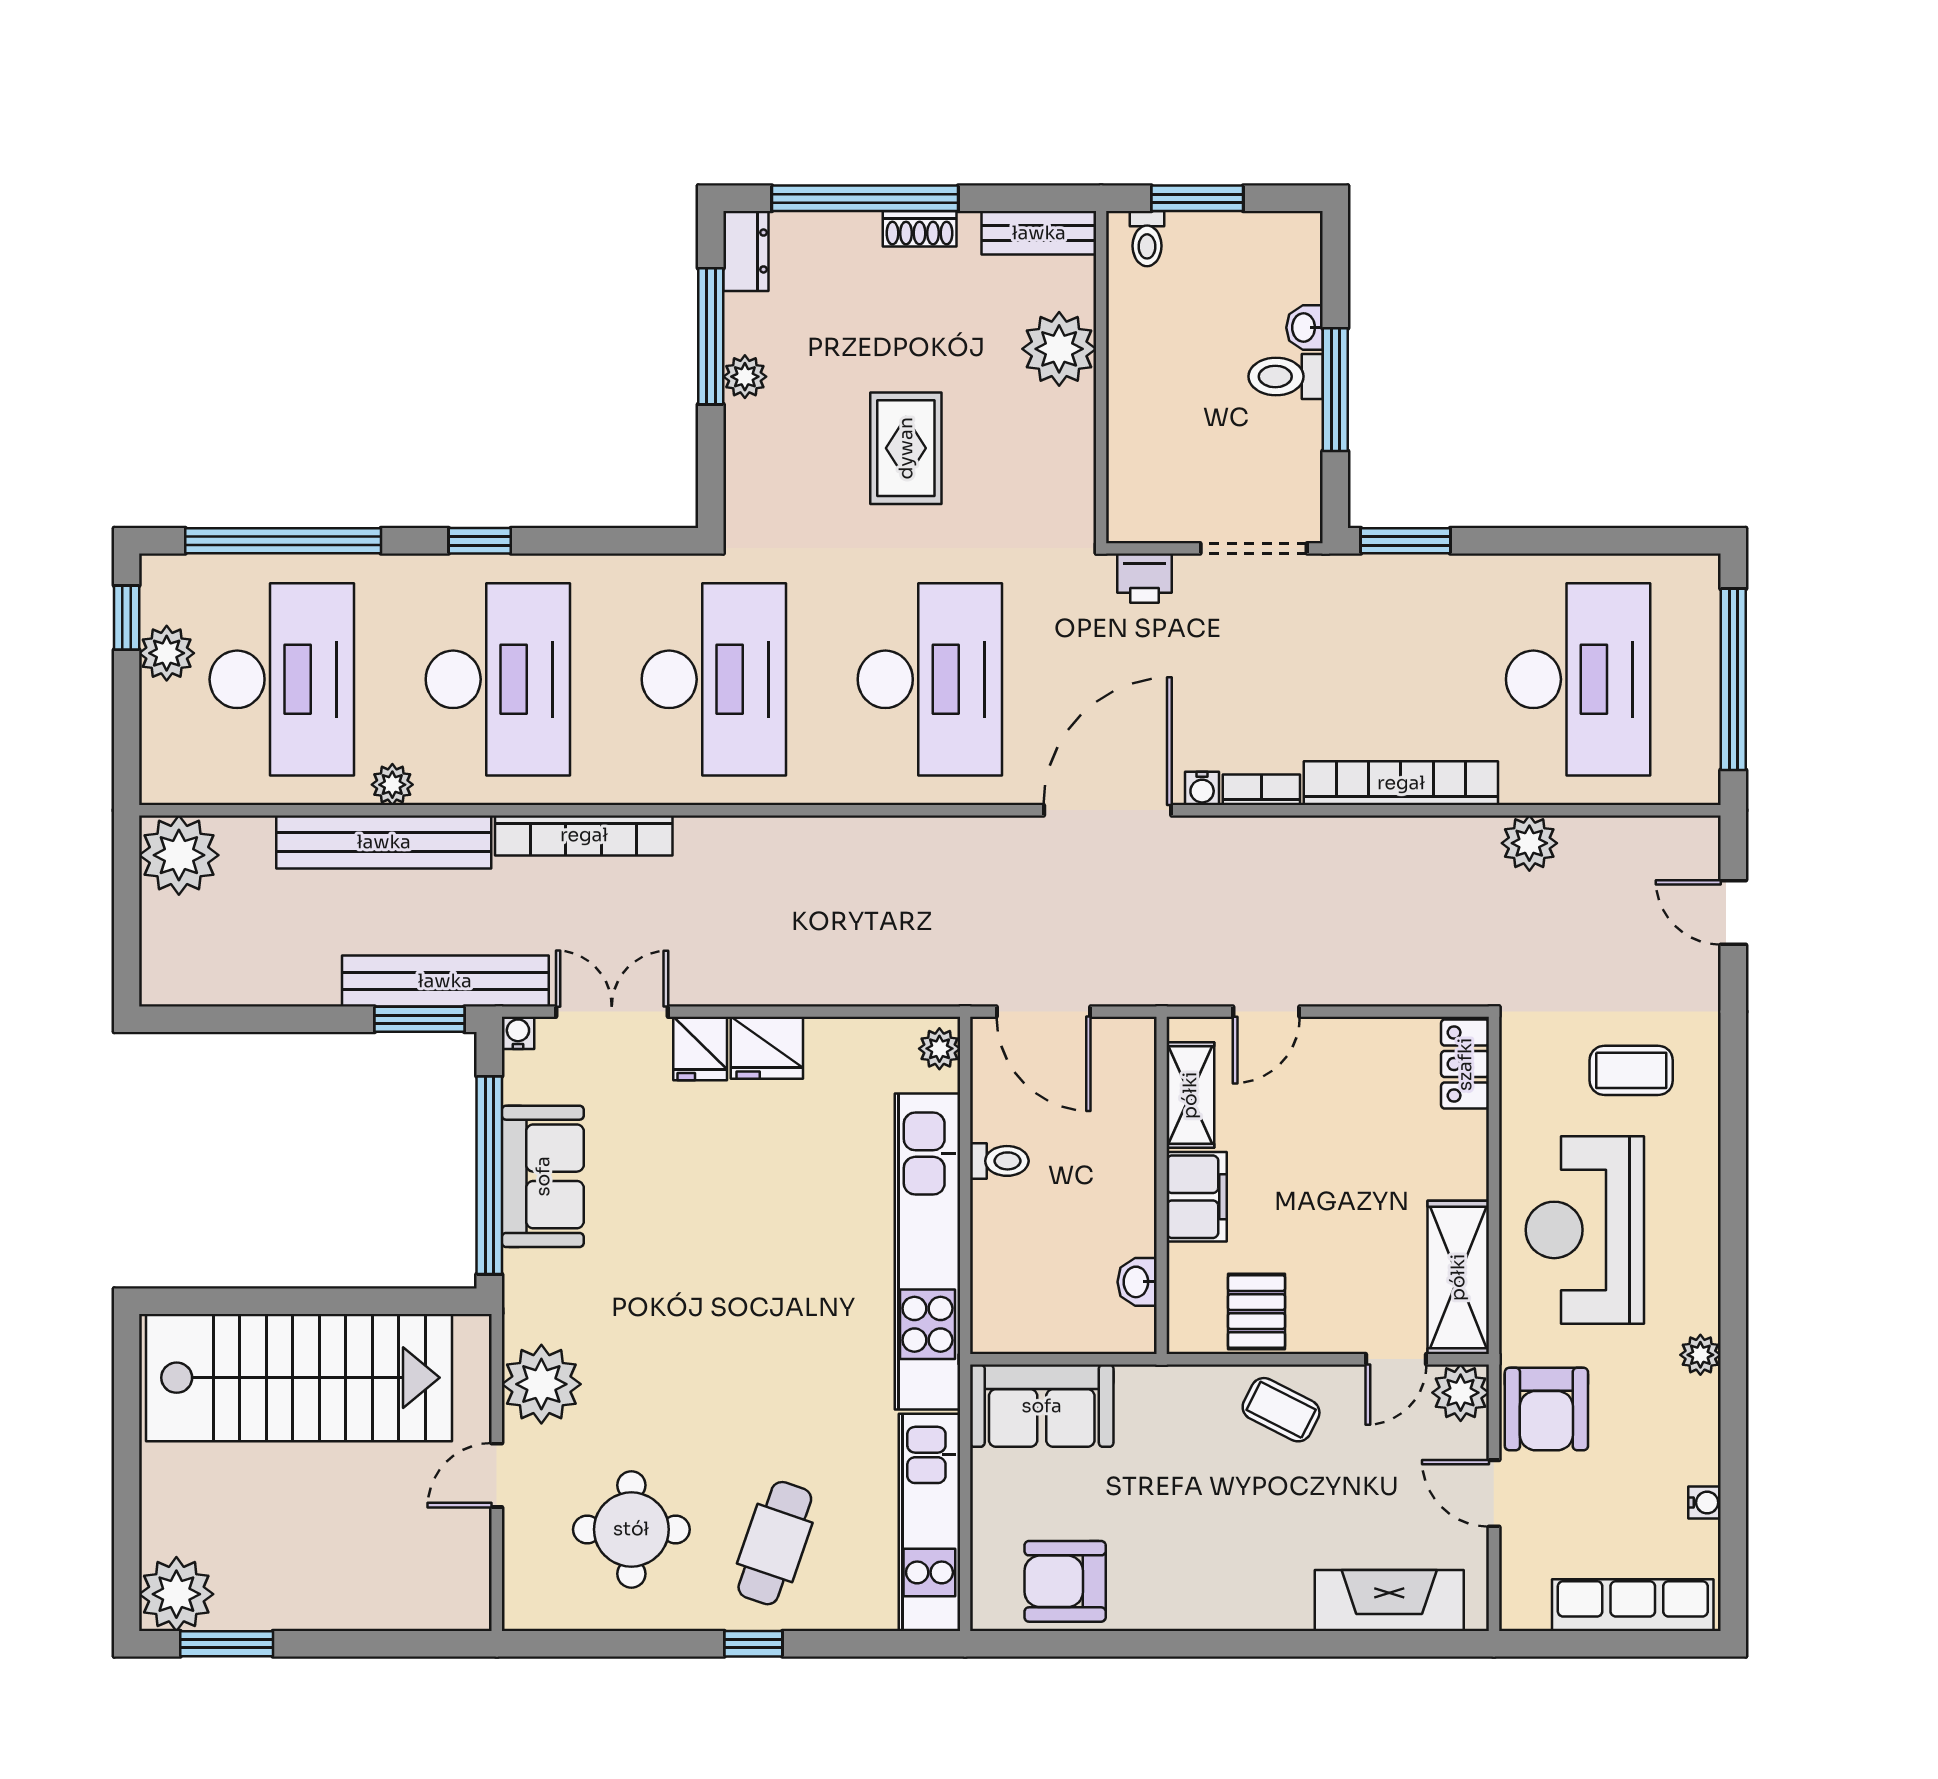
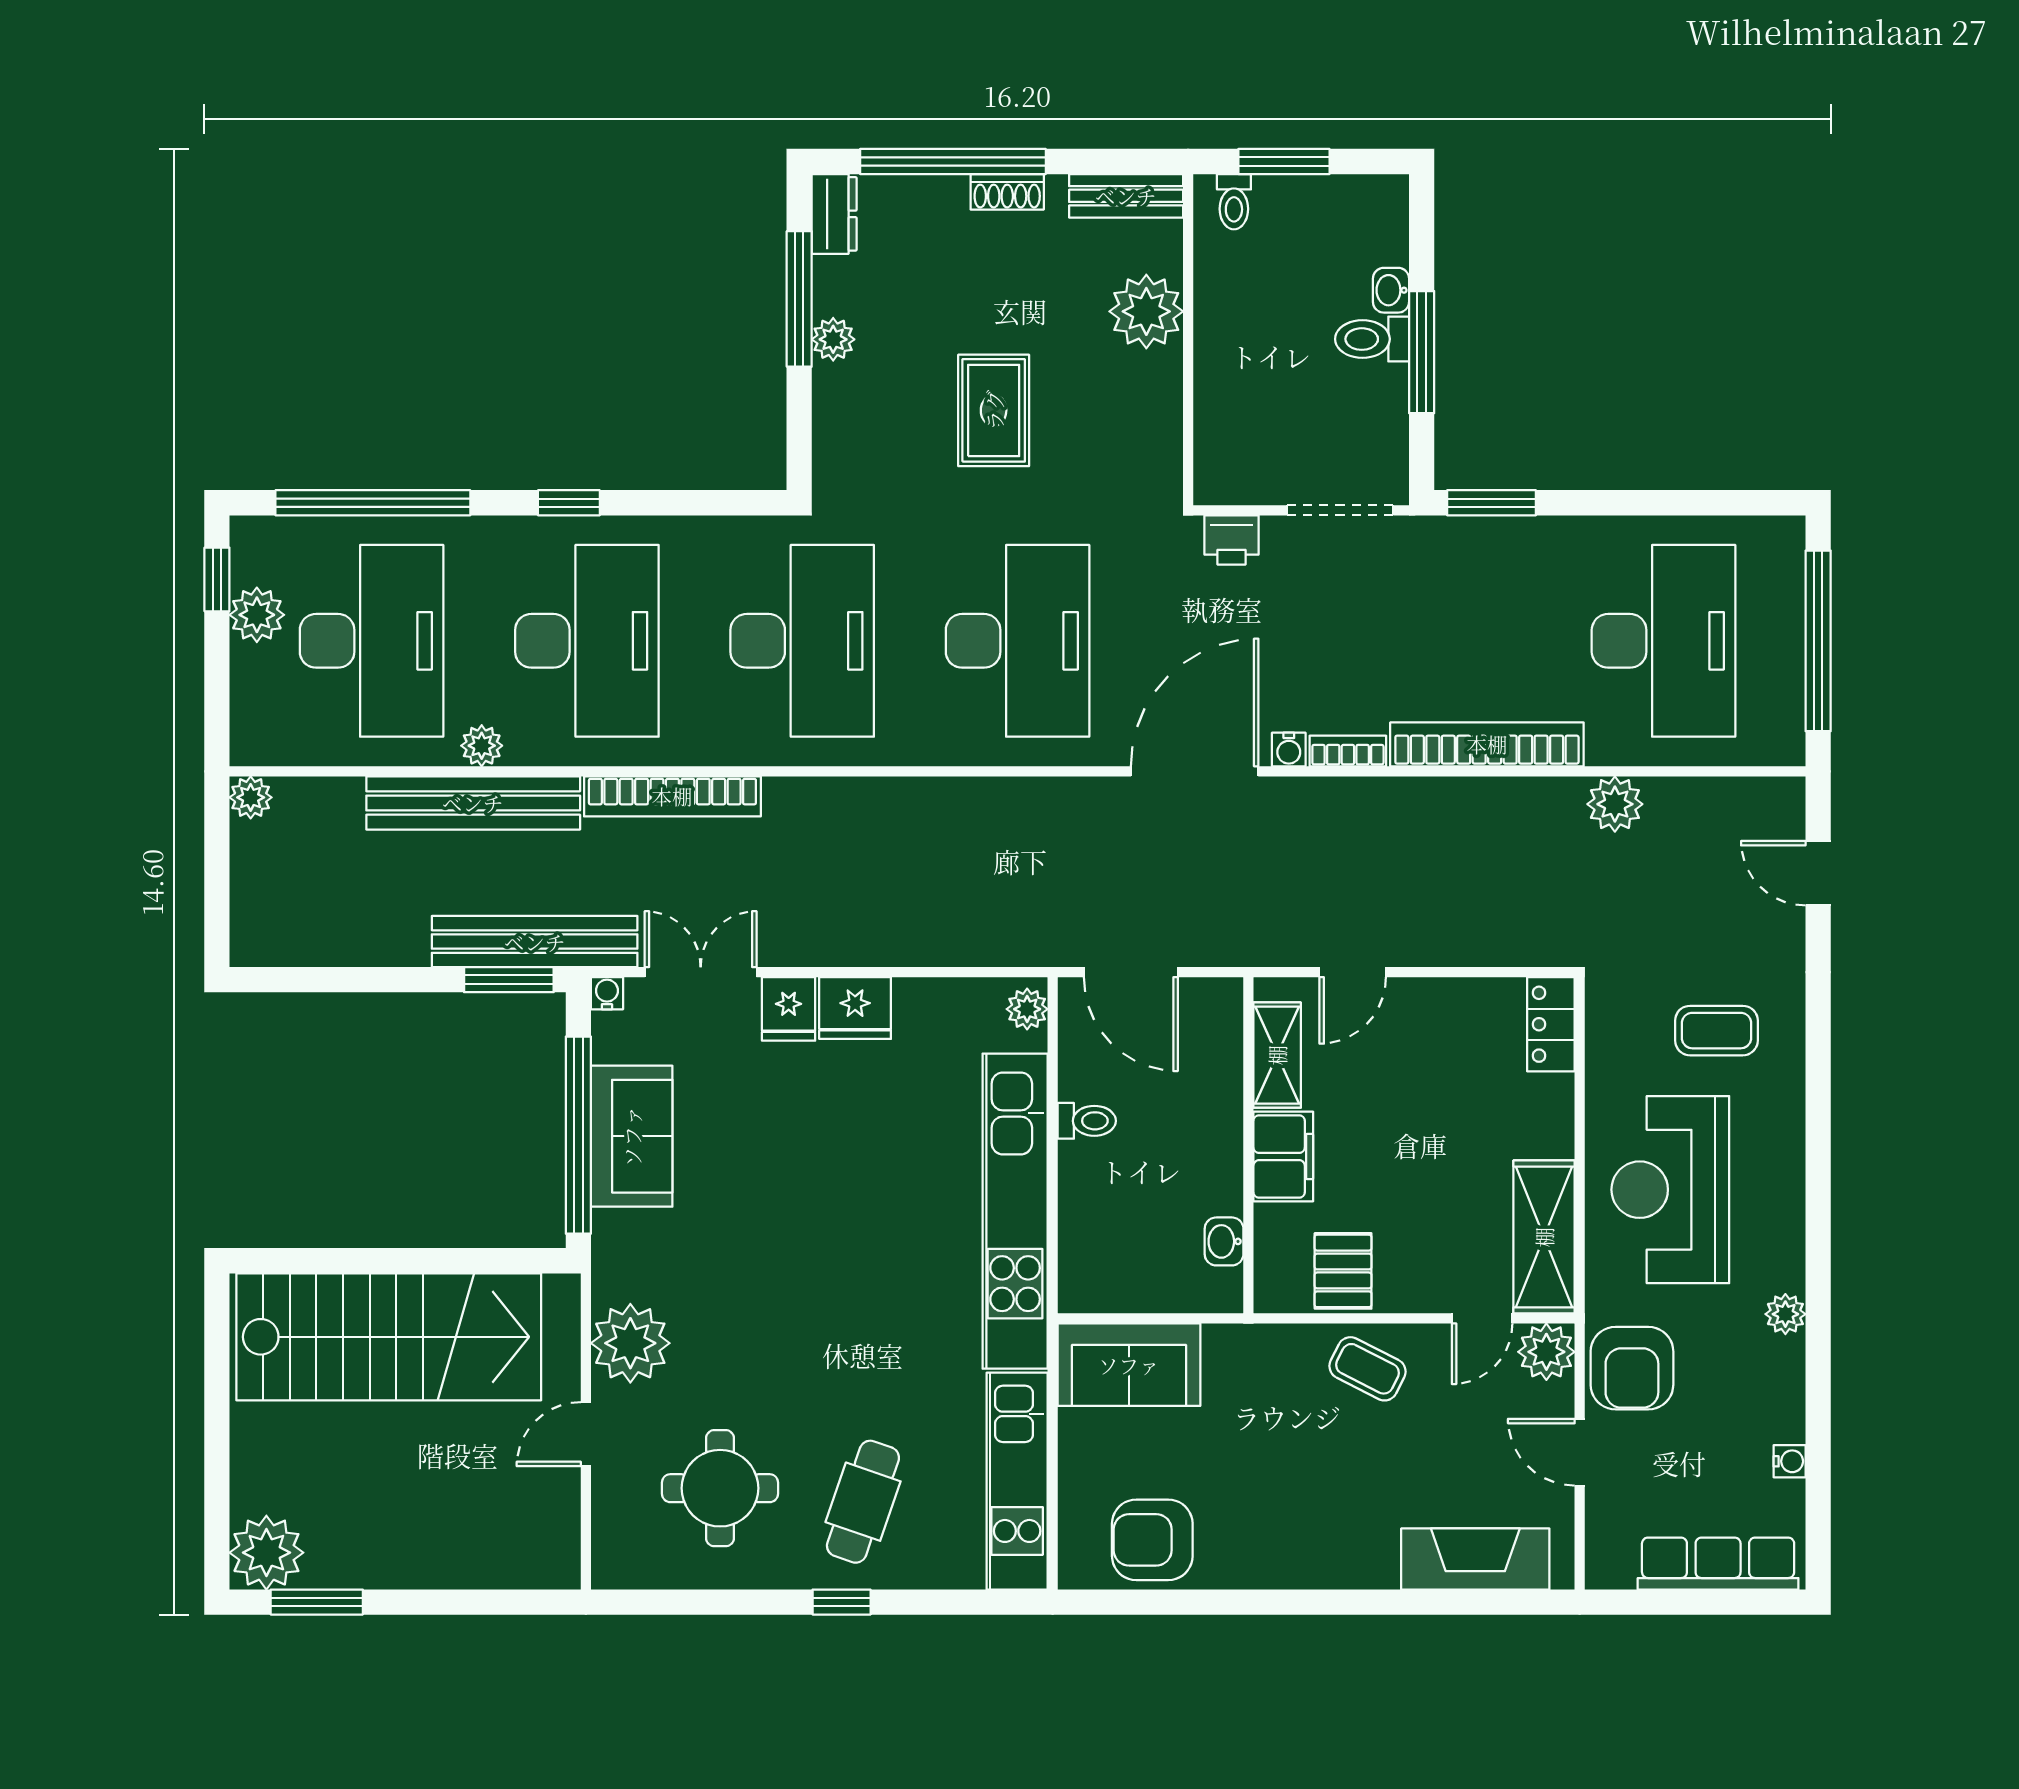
plant: (179, 855) -> (251, 797), width x0.53, depth x0.53

